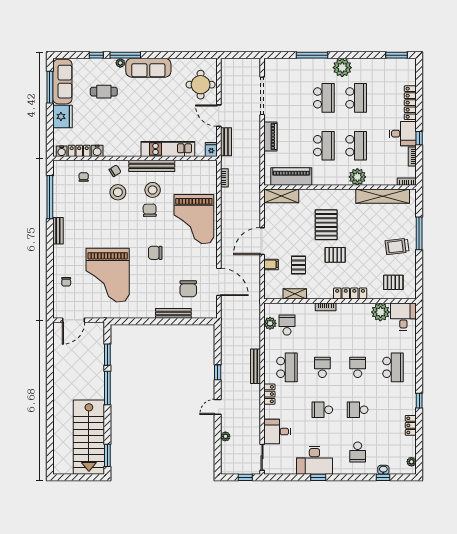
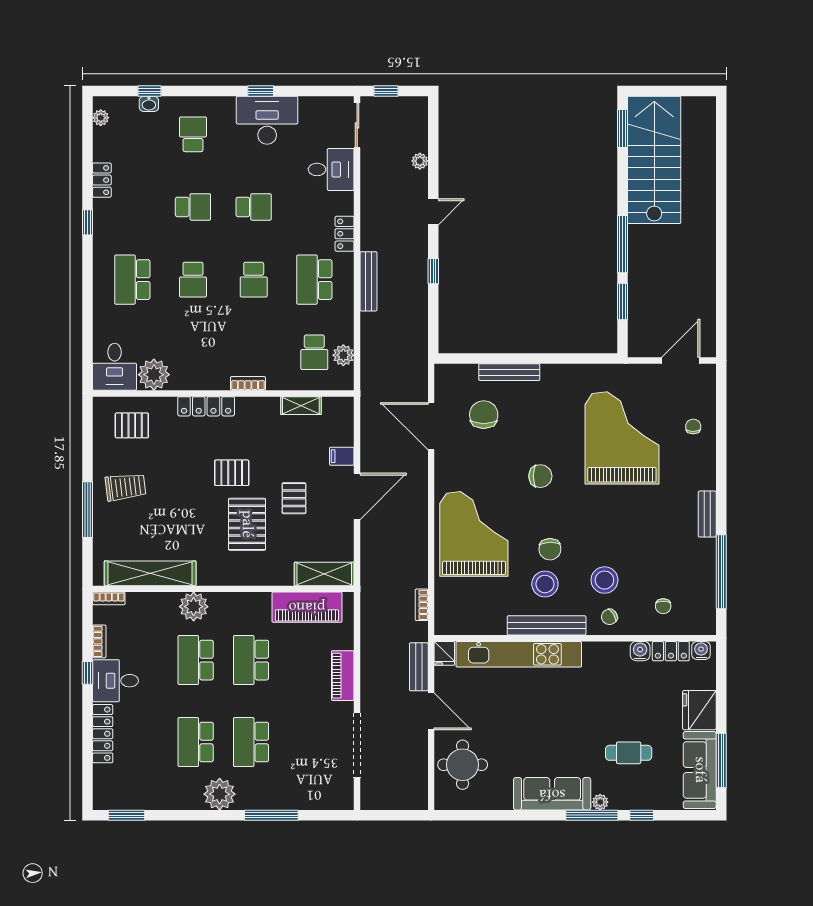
kitchen unit: (168, 149) -> (519, 654), width x1.36
pallet: (298, 265) -> (294, 498), moved

